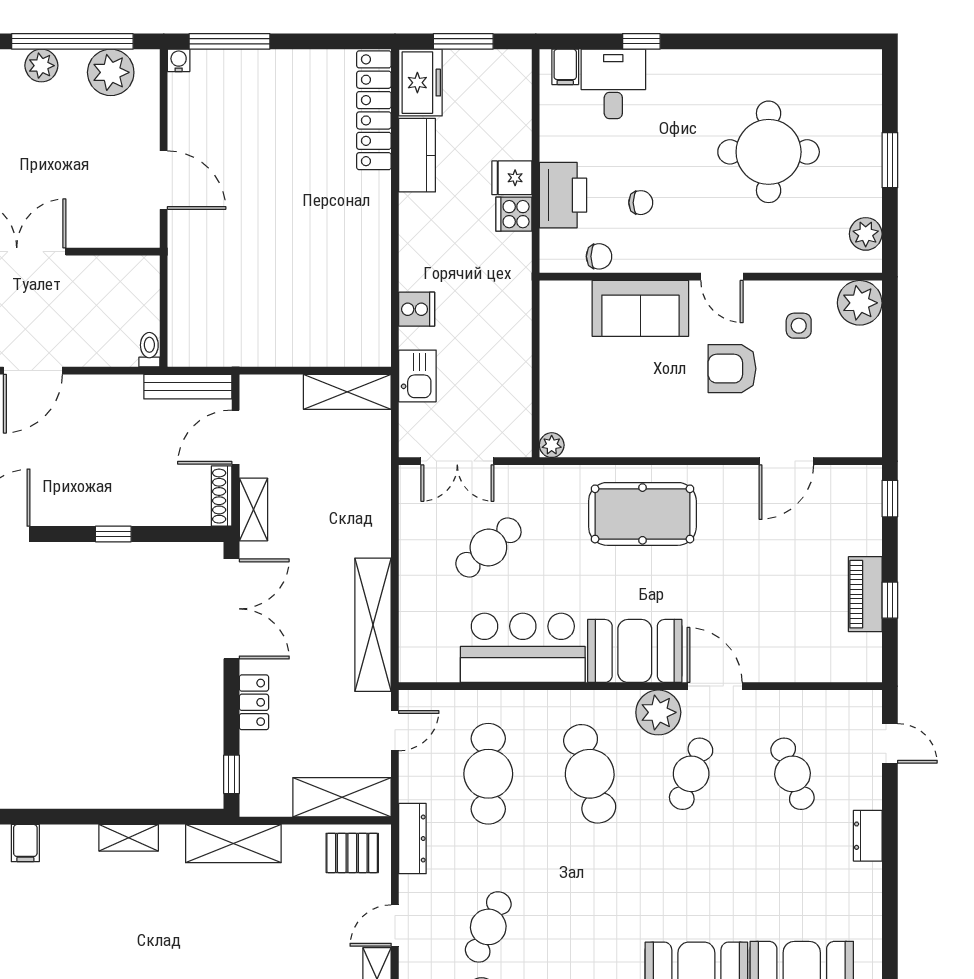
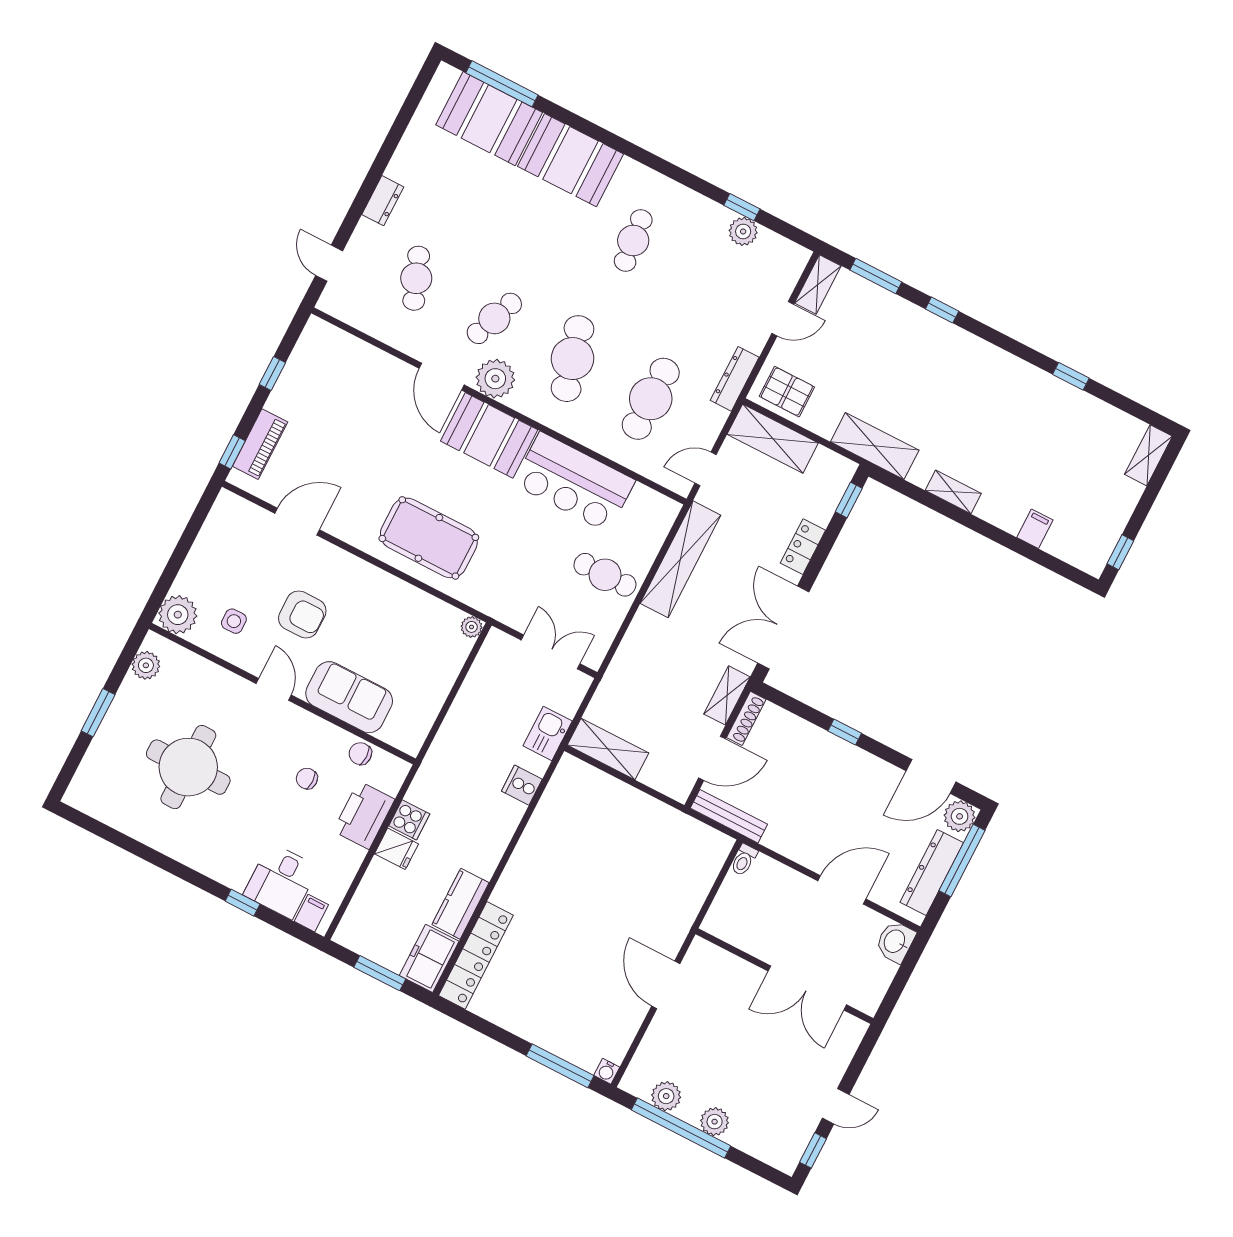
plant: (111, 72) -> (666, 1096), width x0.73, depth x0.73
cafe table: (488, 548) -> (605, 575), moved, turned 40
piano: (865, 594) -> (260, 444), moved
cafe table: (488, 927) -> (633, 241), moved, turned -30

